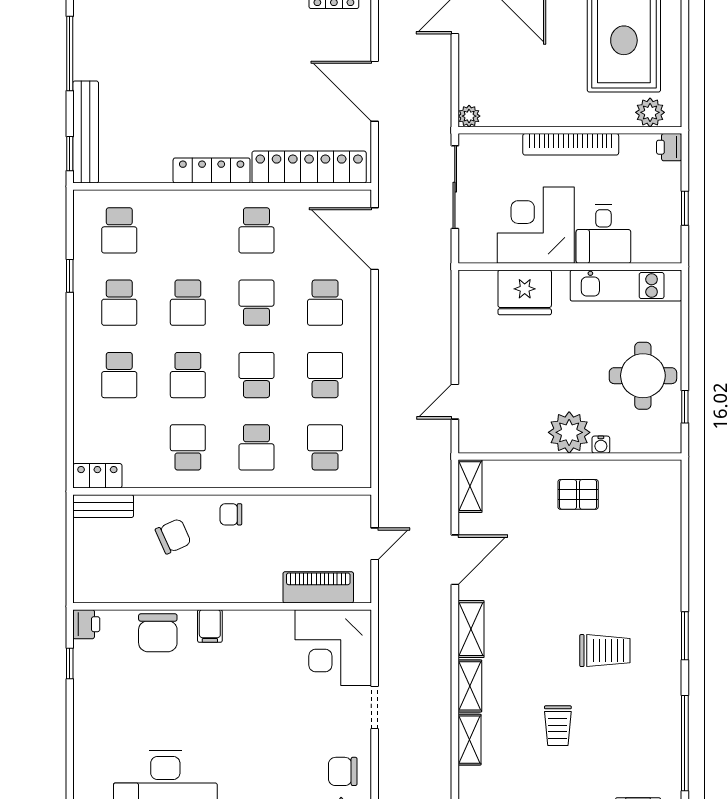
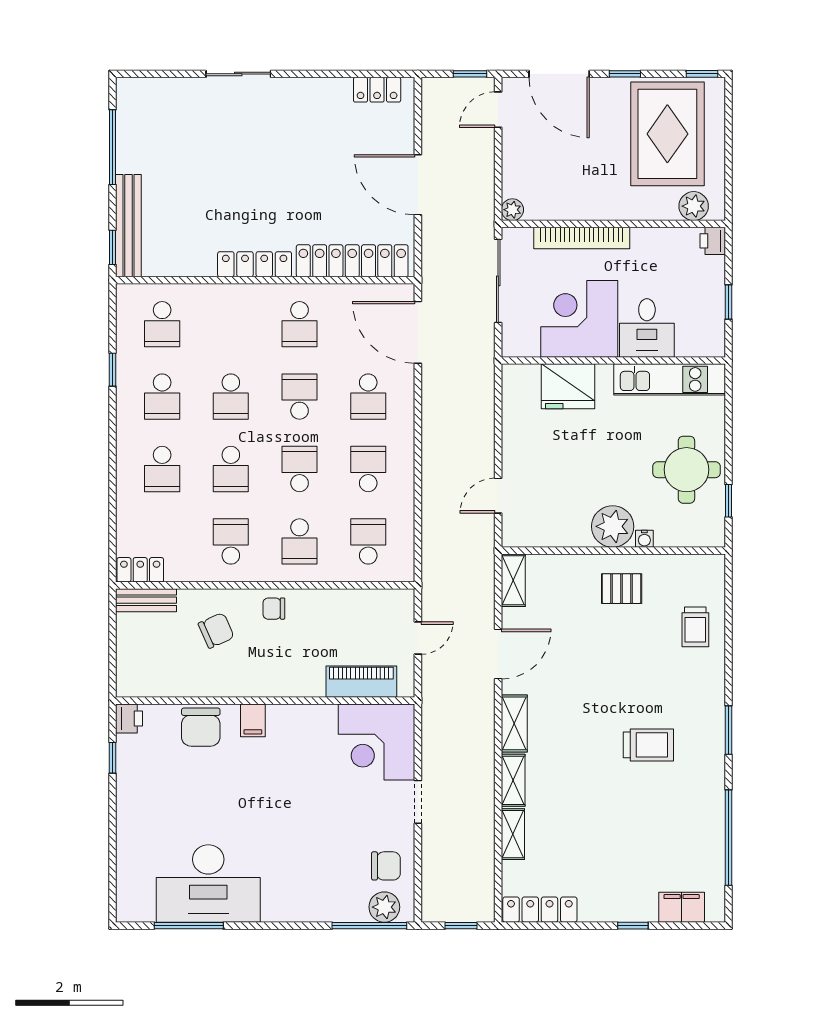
bookcase: (571, 144) -> (582, 238), moved
trolley: (558, 726) -> (695, 627), moved
chair: (343, 771) -> (386, 866), turned 180

